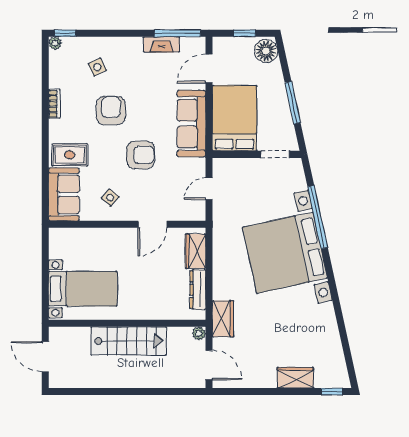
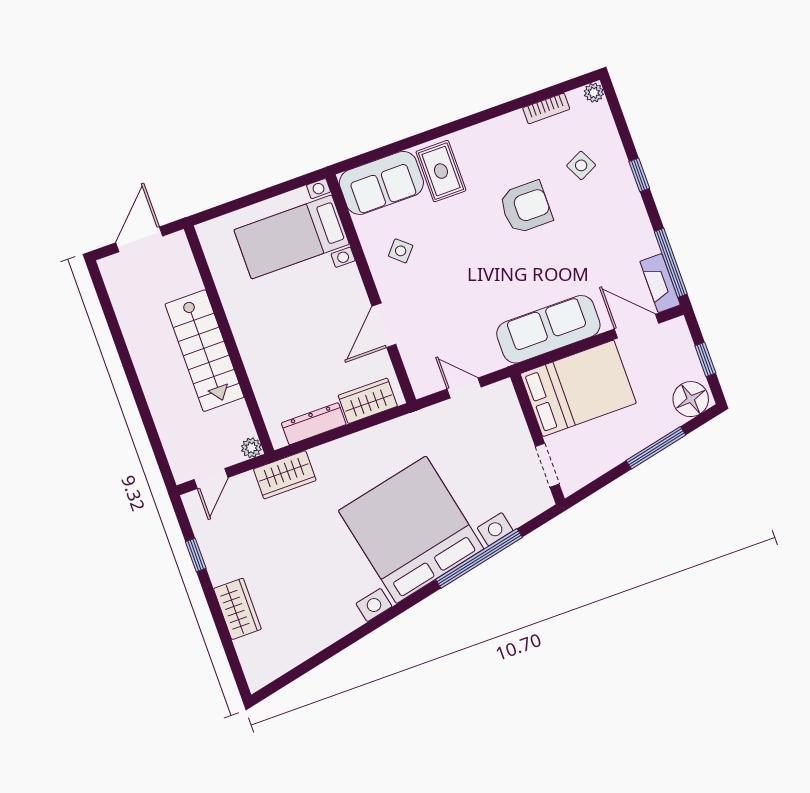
window: (65, 33) -> (639, 175), moved
fireplace: (162, 44) -> (660, 283), moved
window: (293, 103) -> (656, 448), moved
bookcase: (54, 104) -> (546, 109), moved
armchair: (141, 155) -> (477, 273), removed
door: (152, 224) -> (384, 325), hinge flipped
bed with nightstands: (83, 289) -> (292, 237), moved, turned 90
door: (209, 365) -> (211, 479), width x0.73
window: (332, 392) -> (196, 555), moved

